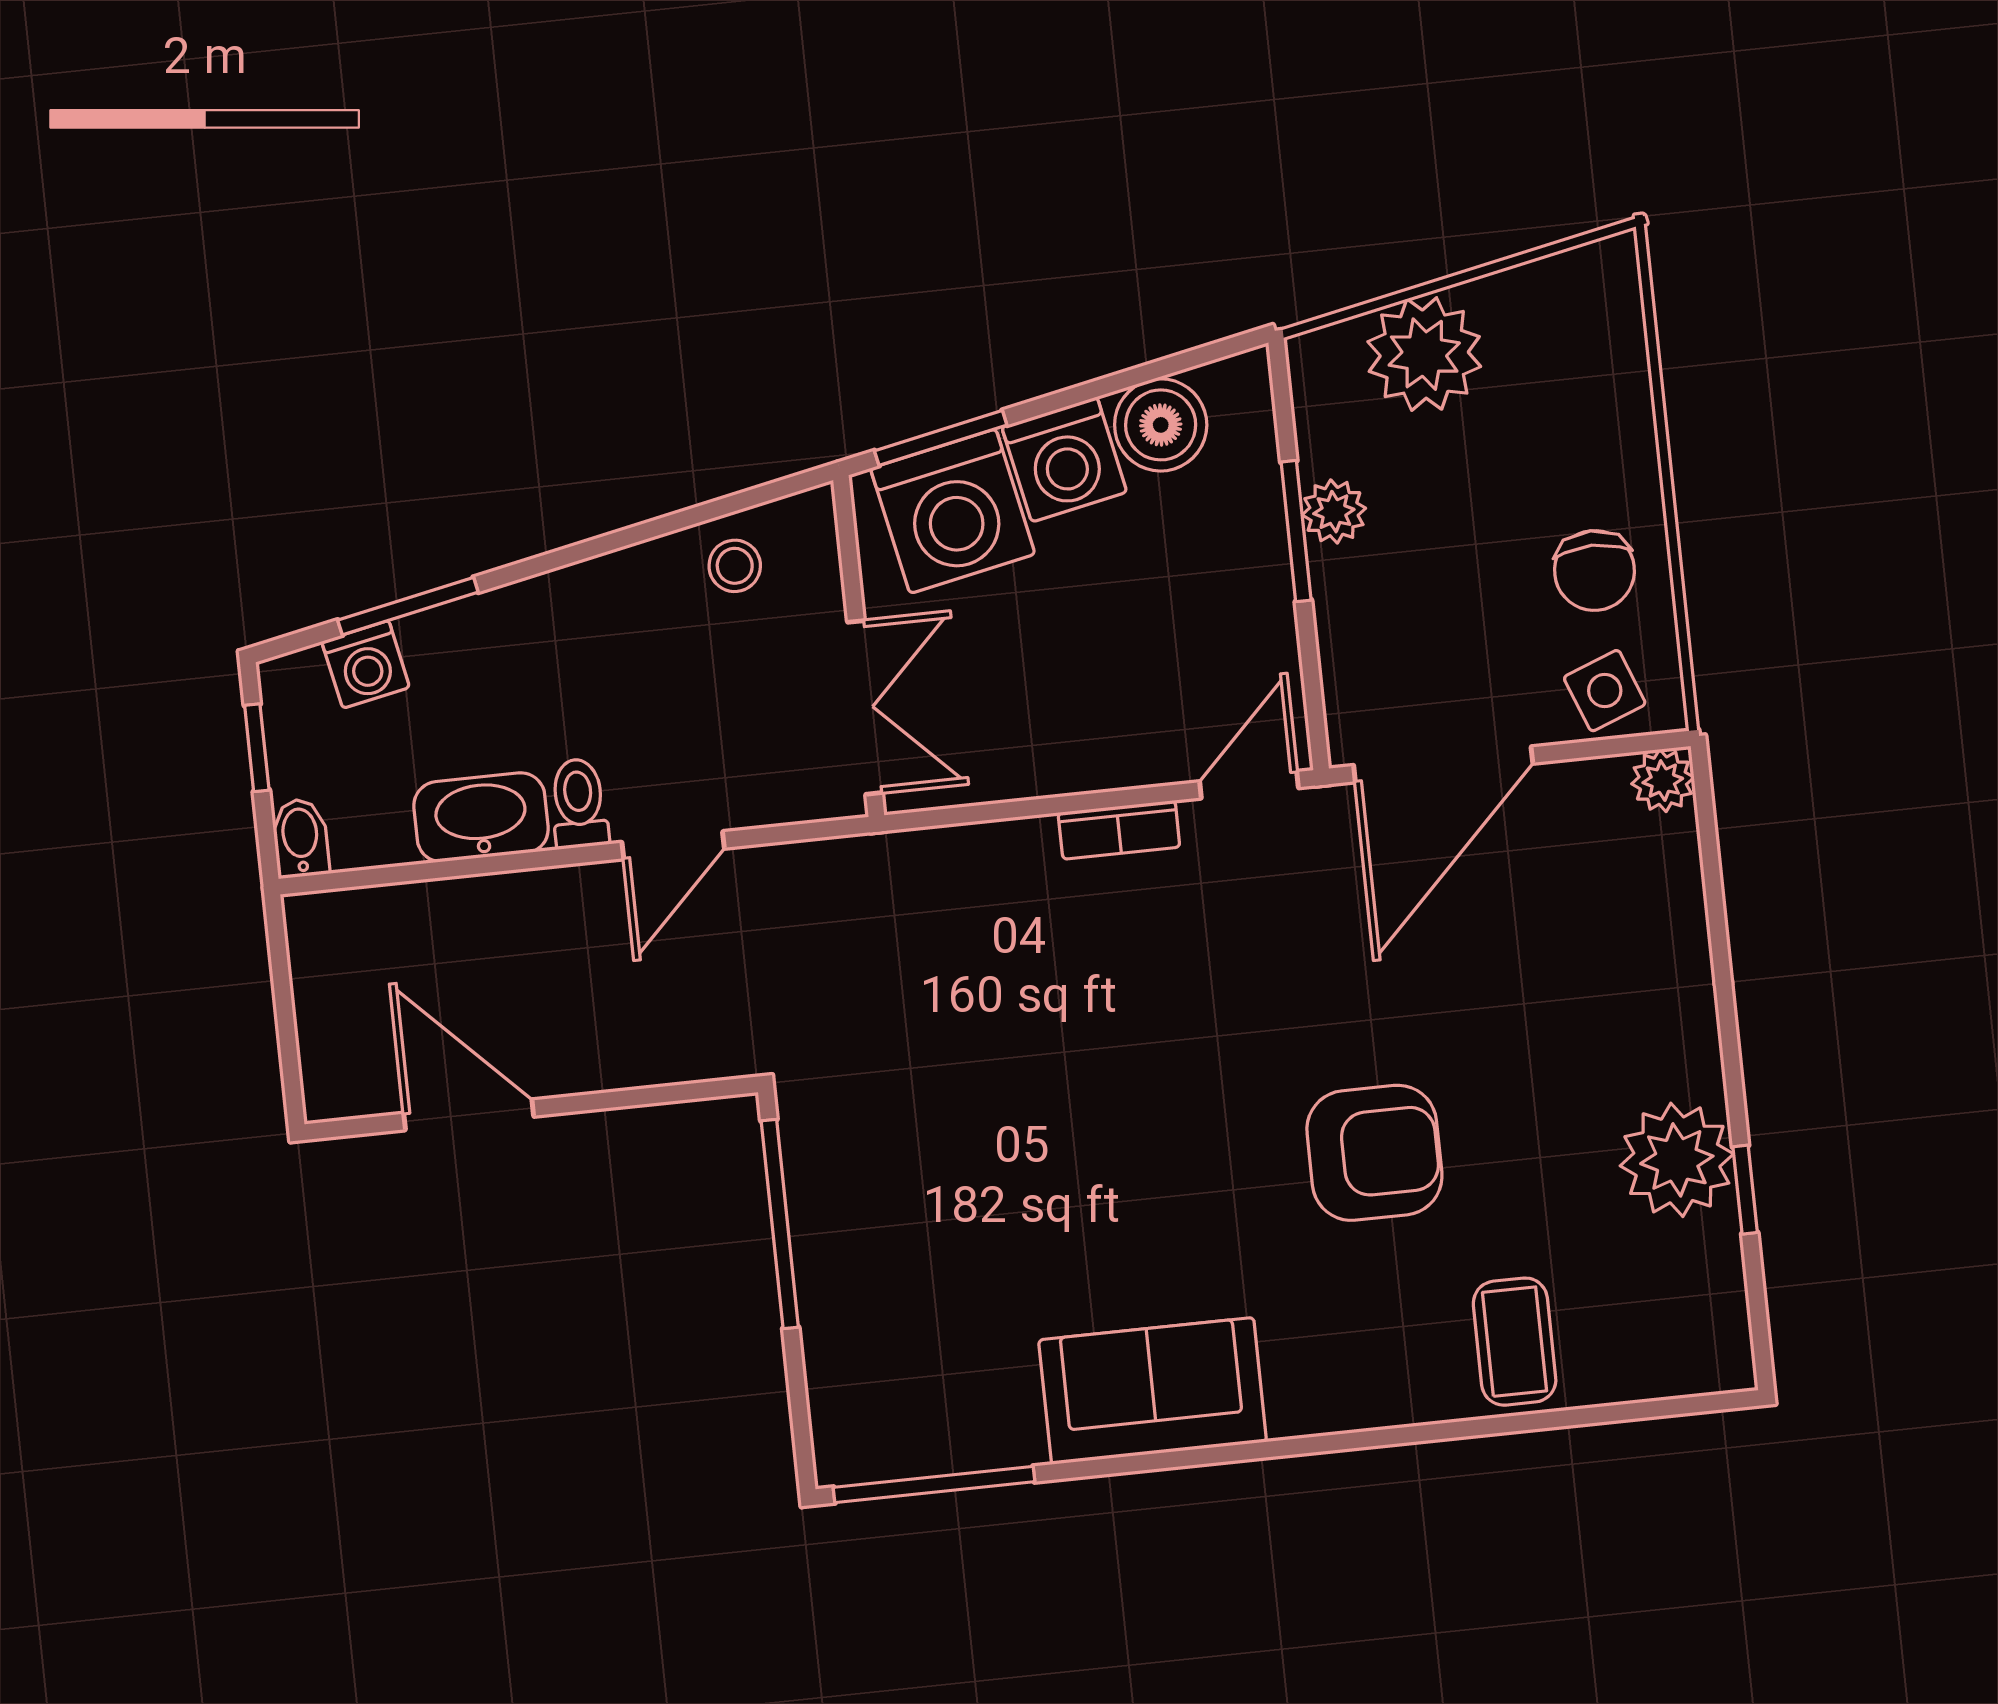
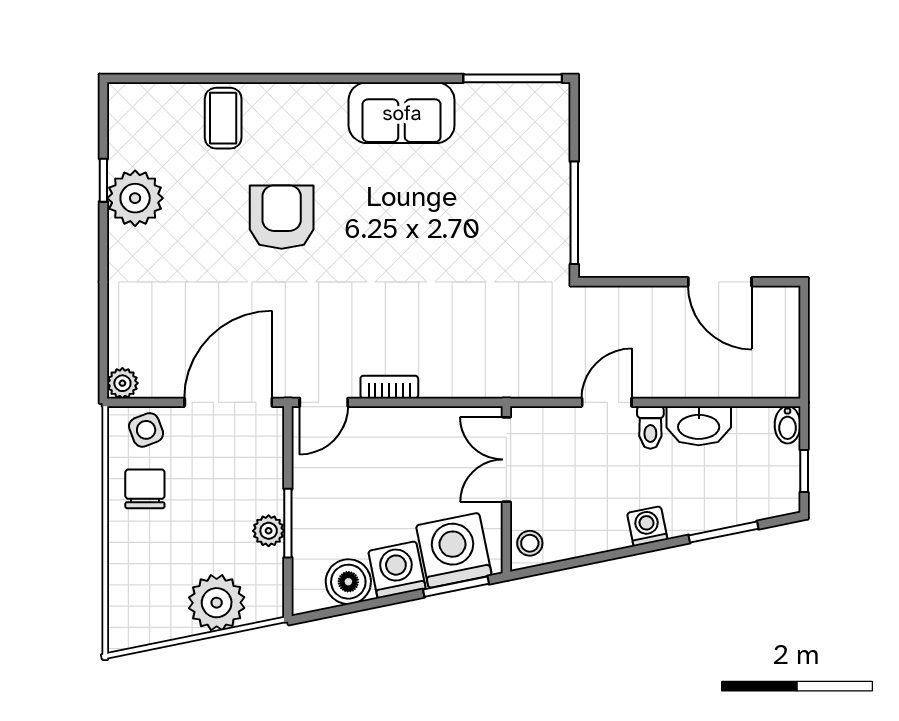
stool: (735, 566) -> (530, 543), moved
washing machine: (366, 664) -> (647, 526), moved
armchair: (1374, 1153) -> (282, 217), turned 90

